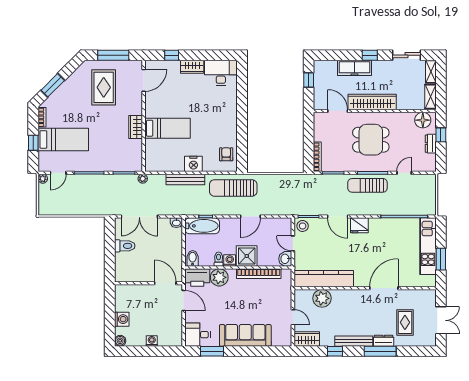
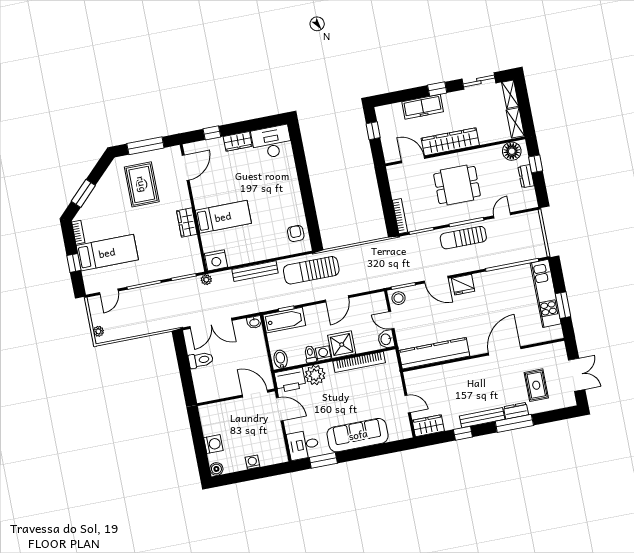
nightstand: (193, 164) -> (216, 260), moved
plant: (43, 179) -> (98, 331), moved
plant: (322, 298) -> (437, 376), removed

